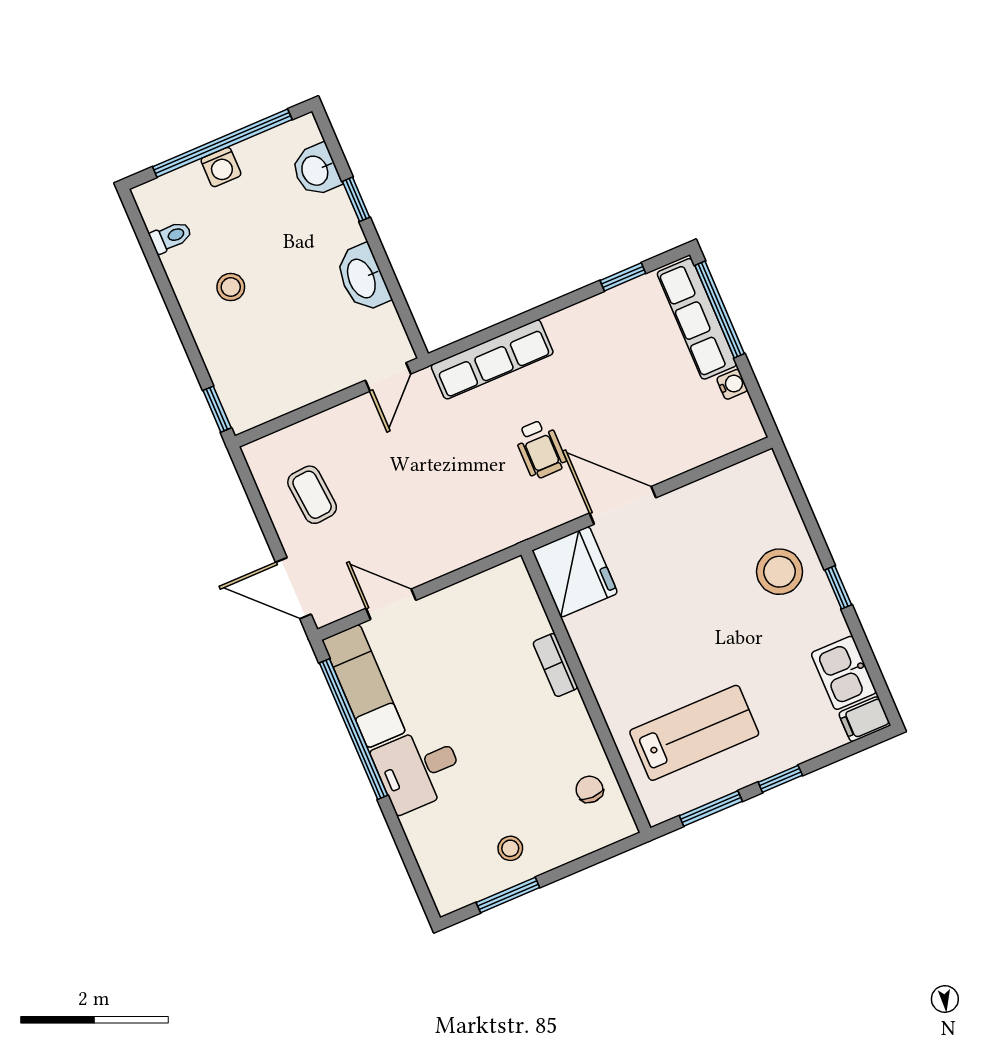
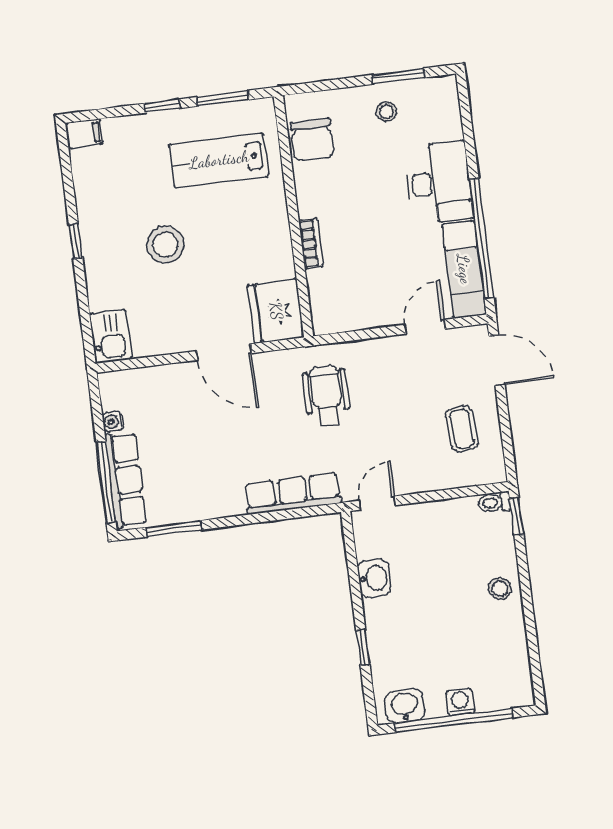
washbasin: (316, 170) -> (405, 706), moved, turned -90
toilet: (171, 237) -> (494, 502), moved
window: (623, 277) -> (174, 529), width x1.50
washbasin: (362, 278) -> (374, 578), width x0.72
stool: (231, 287) -> (500, 589), moved
wheelchair: (540, 449) -> (326, 396), moved, width x1.36, depth x1.37
stool: (779, 572) -> (165, 245), moved
door: (391, 604) -> (425, 327), swing flipped
kitchen sink: (844, 673) -> (111, 336), moved
desk: (418, 769) -> (439, 183), width x1.37
chair: (590, 789) -> (312, 140), width x1.87, depth x1.87

